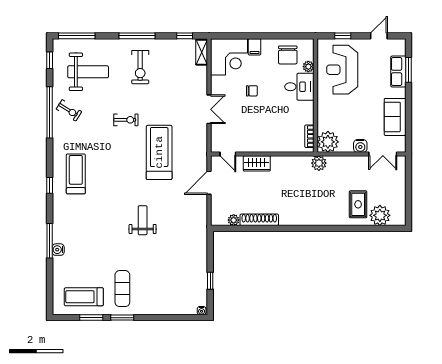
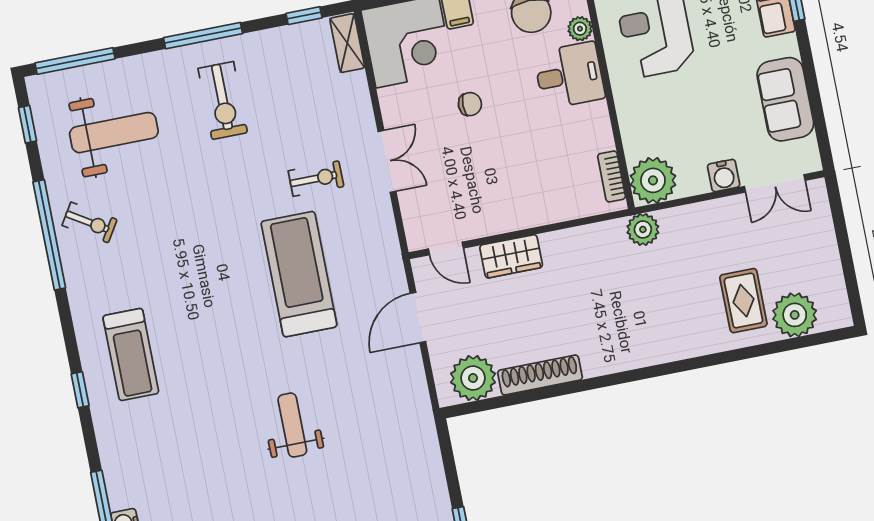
exercise bike: (126, 120) -> (316, 179), moved
treadmill: (76, 174) -> (131, 355), turned 180
plant: (234, 220) -> (473, 378), width x1.88, depth x1.88

